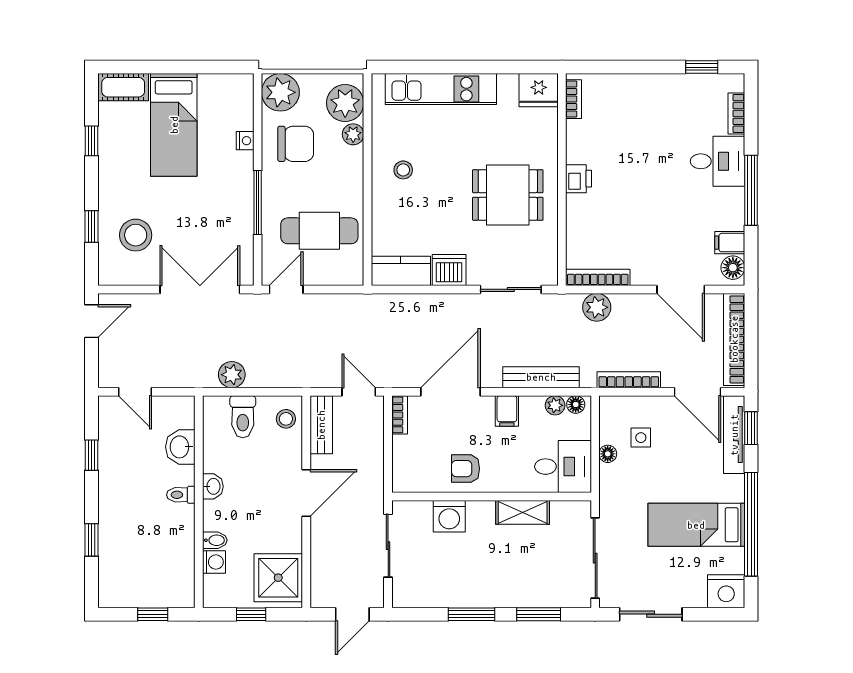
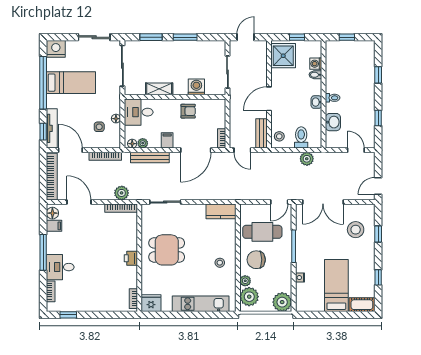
chair: (296, 144) -> (256, 260), moved
dishwasher: (449, 270) -> (196, 212), removed

